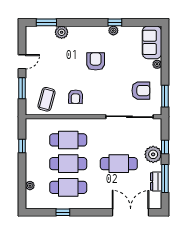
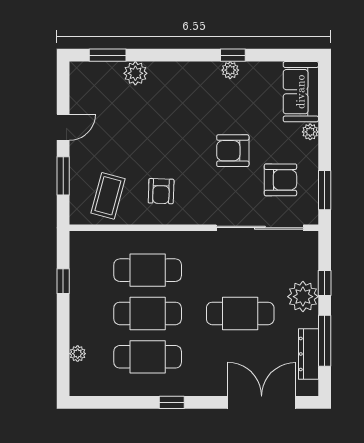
armchair: (96, 61) -> (233, 151), moved, turned -90
dresser: (156, 182) -> (308, 354), width x1.44
window: (63, 212) -> (172, 402), moved

